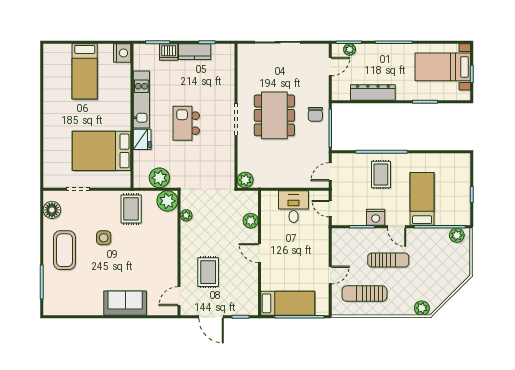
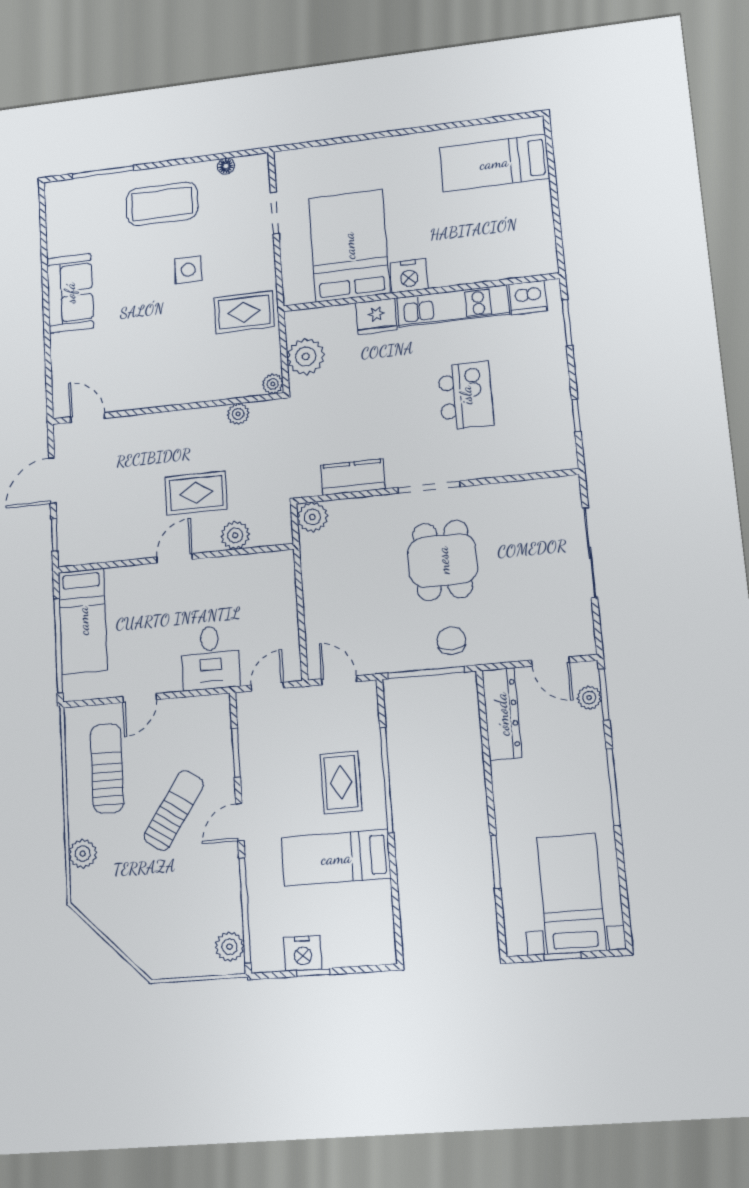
dishwasher: (169, 52) -> (528, 298), moved, turned -90
kitchen counter: (195, 52) -> (353, 477), moved, turned 90
nightstand: (122, 53) -> (409, 276), moved
bed: (85, 71) -> (494, 163), moved
dresser: (373, 93) -> (502, 714), moved
chair: (315, 114) -> (451, 641), turned 90
dining table: (274, 115) -> (443, 560), width x0.73
kitchen island: (186, 123) -> (466, 395), moved, turned 90
rug: (381, 175) -> (341, 782), turned 90
bed: (422, 199) -> (336, 858), moved, turned 180
plant: (167, 201) -> (273, 384), width x0.53, depth x0.53
desk: (294, 207) -> (210, 658), moved, turned 90
floor lamp: (52, 210) -> (226, 166), width x0.53, depth x0.53
nightstand: (376, 217) -> (303, 953), moved, turned -90
sun lounger: (388, 260) -> (174, 810), turned -146
rug: (208, 272) -> (196, 493), moved
door: (330, 275) -> (140, 698), hinge flipped
sofa: (125, 303) -> (70, 293), moved
plant: (422, 308) -> (83, 854), moved

